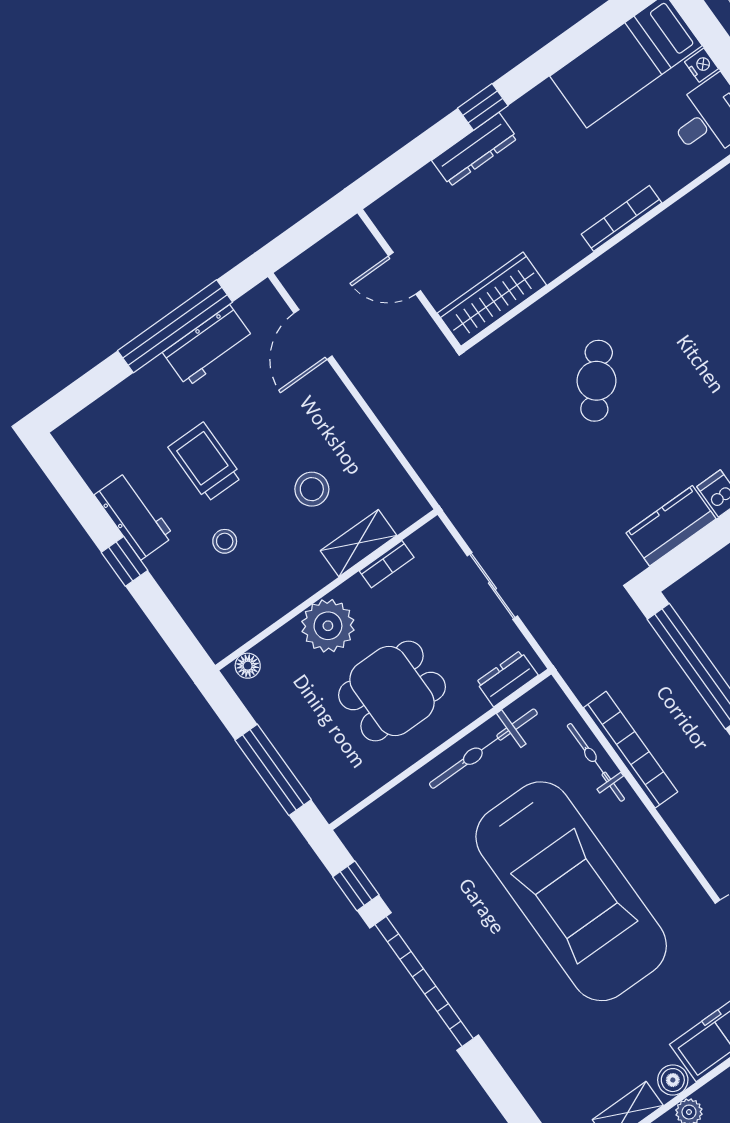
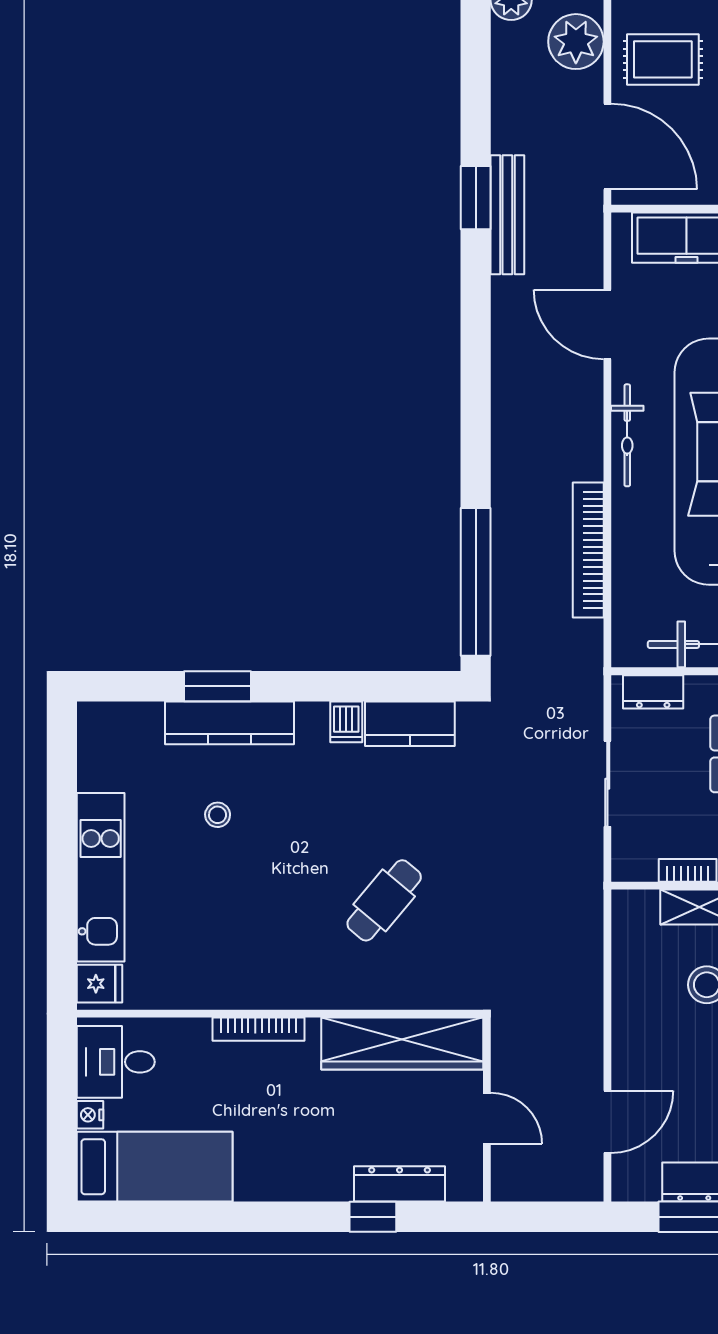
window: (483, 107) -> (373, 1217), moved
dresser: (475, 149) -> (400, 1184), moved
wardrobe: (492, 299) -> (402, 1044), width x1.40, depth x1.17
bicycle: (596, 762) -> (627, 435), moved

